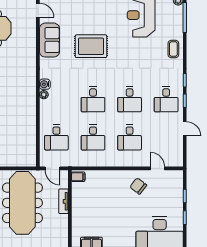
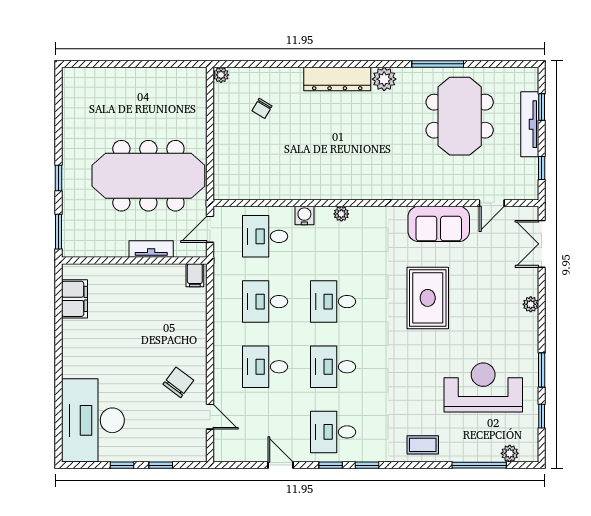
water cooler: (45, 84) -> (304, 216), moved
door: (185, 129) -> (280, 465), swing flipped
door: (158, 168) -> (210, 417), hinge flipped

